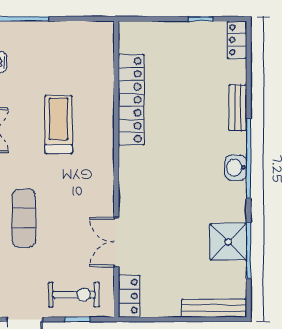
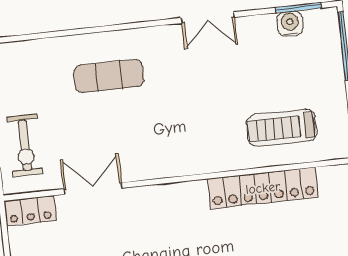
treadmill: (58, 125) -> (282, 128), moved, turned 180

